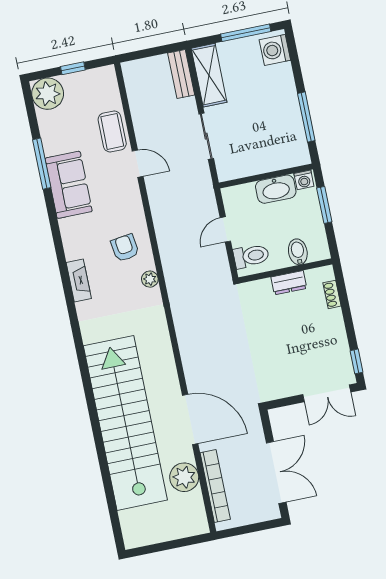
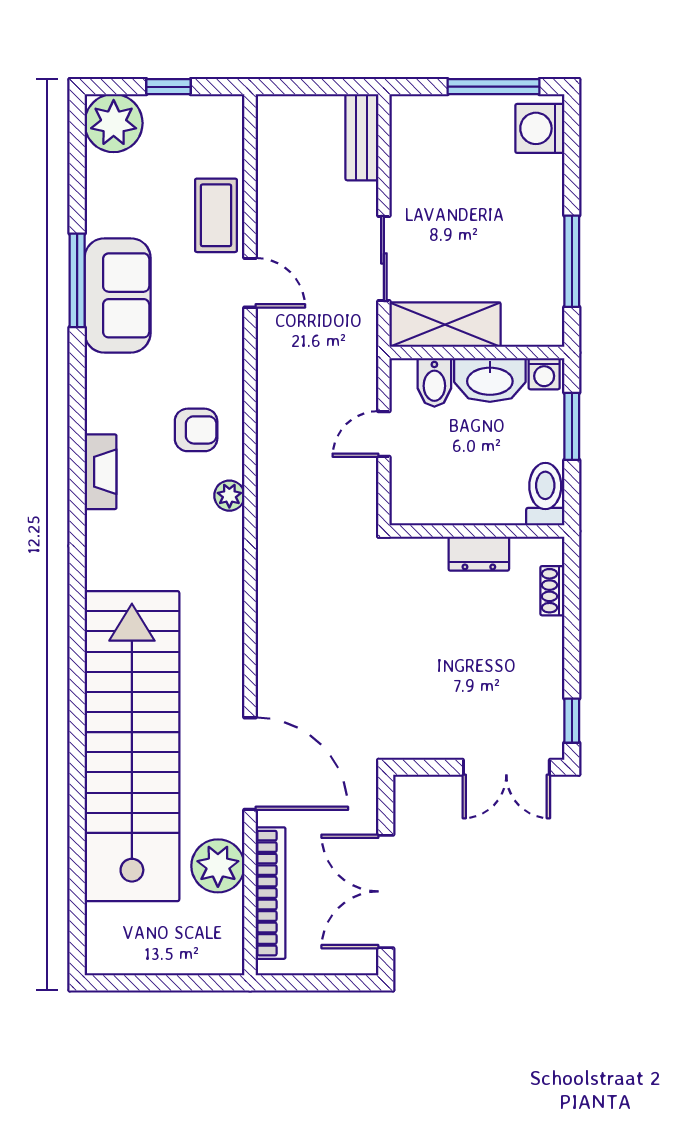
shelving: (209, 75) -> (445, 325), moved, turned 90
window: (42, 164) -> (77, 280), moved
armchair: (125, 248) -> (196, 430), turned 98
bidet: (298, 252) -> (434, 382), moved, turned 180
toilet: (251, 256) -> (545, 494), moved, turned -90
double door: (276, 472) -> (386, 891), swing flipped

